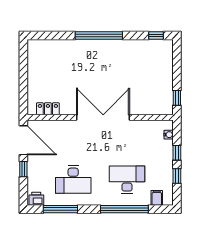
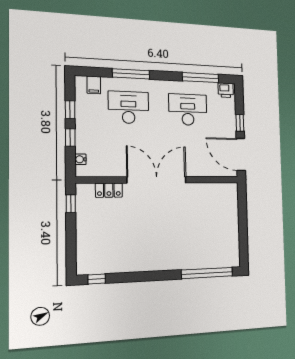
window: (99, 36) -> (207, 273), moved
locker: (48, 109) -> (109, 190), moved
double door: (103, 117) -> (157, 180), swing flipped
desk: (127, 180) -> (128, 108), turned 180
window: (124, 209) -> (131, 74), width x0.68

